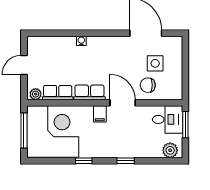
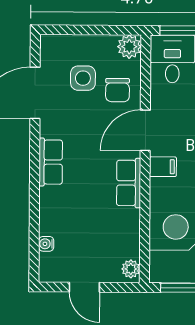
water cooler: (81, 41) -> (46, 244), moved
plant: (175, 92) -> (129, 47), added
row of seats: (58, 93) -> (51, 162), moved, turned 180

